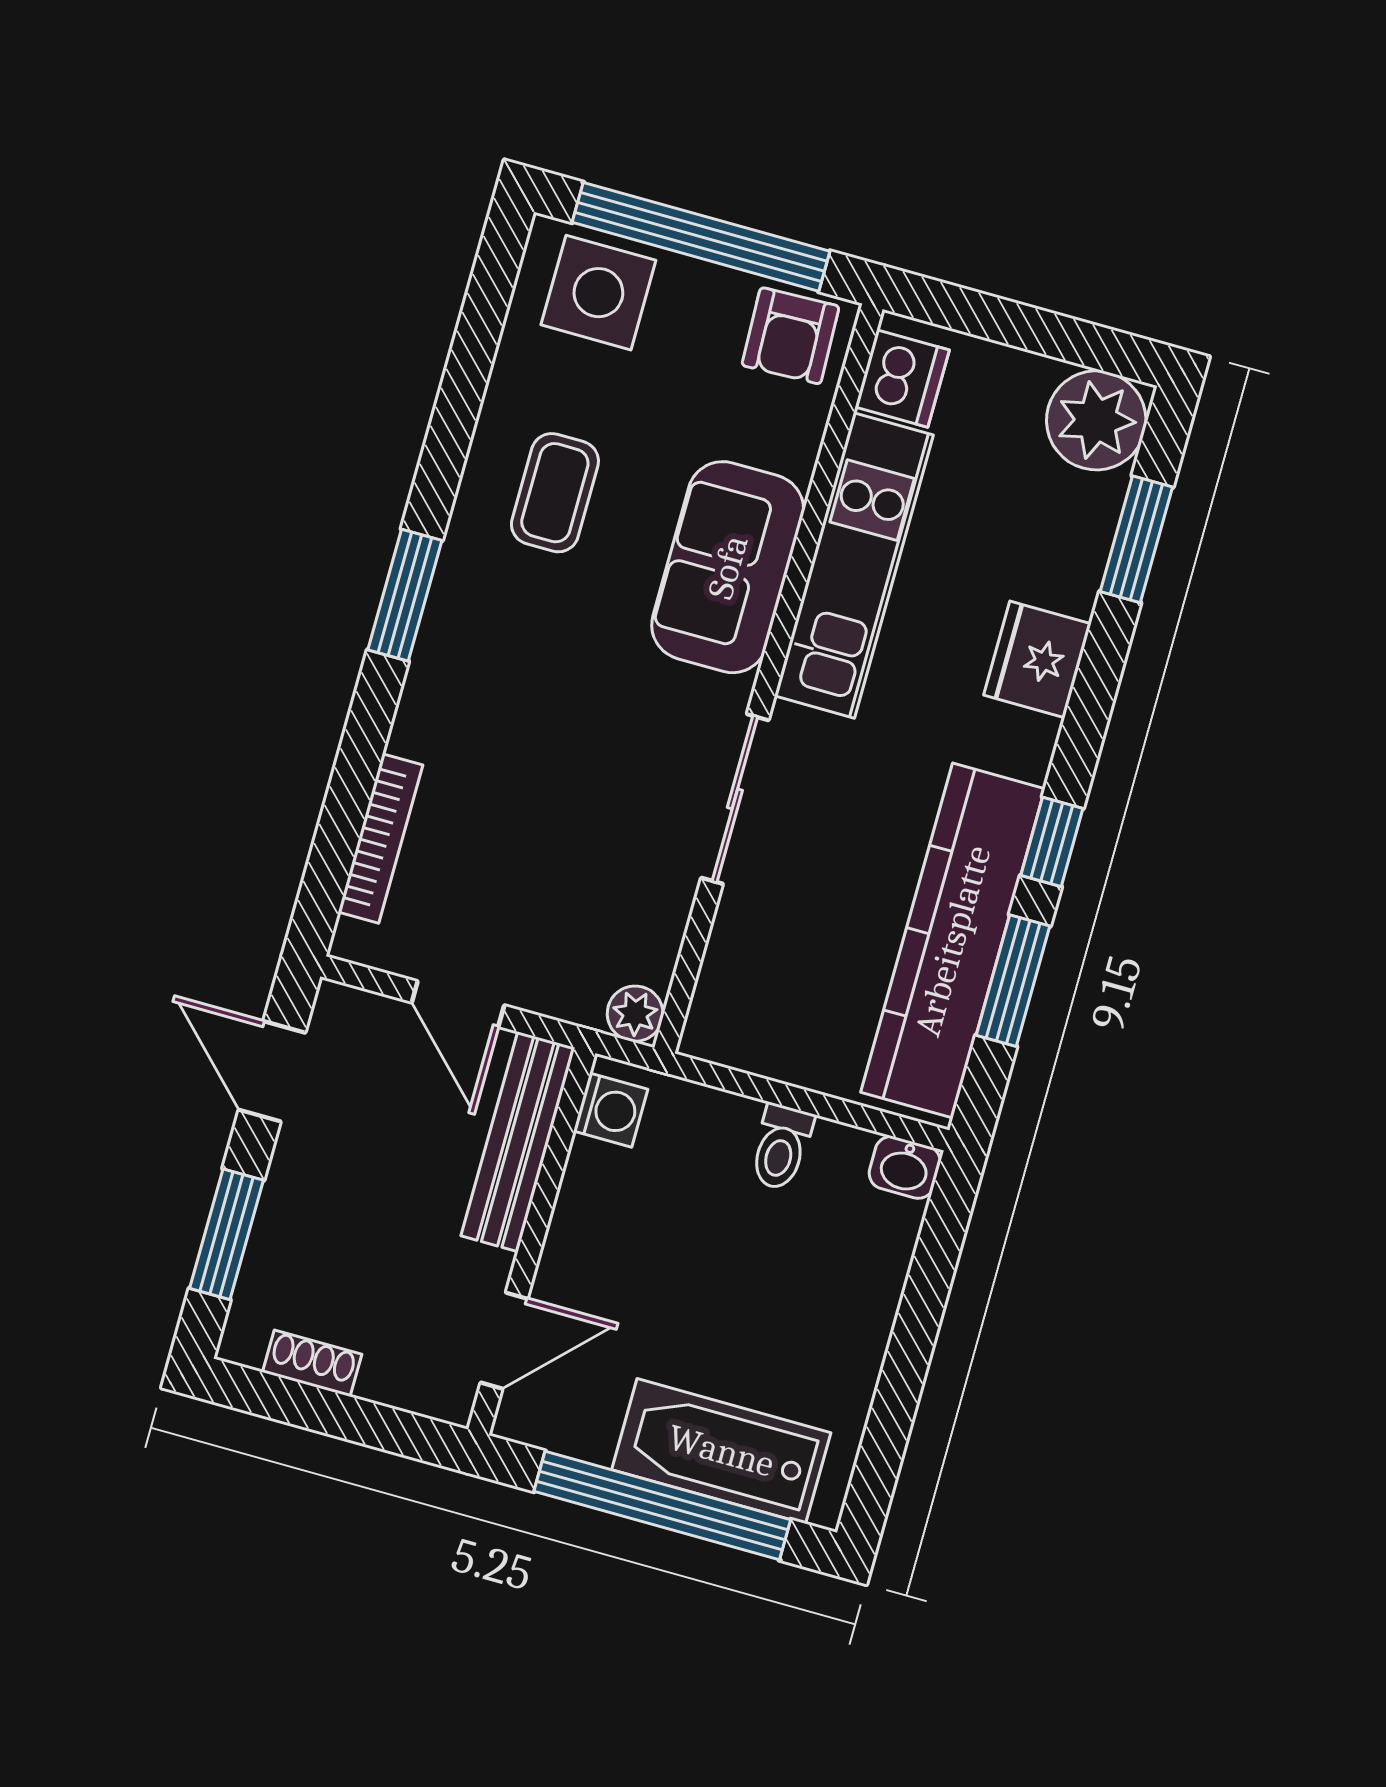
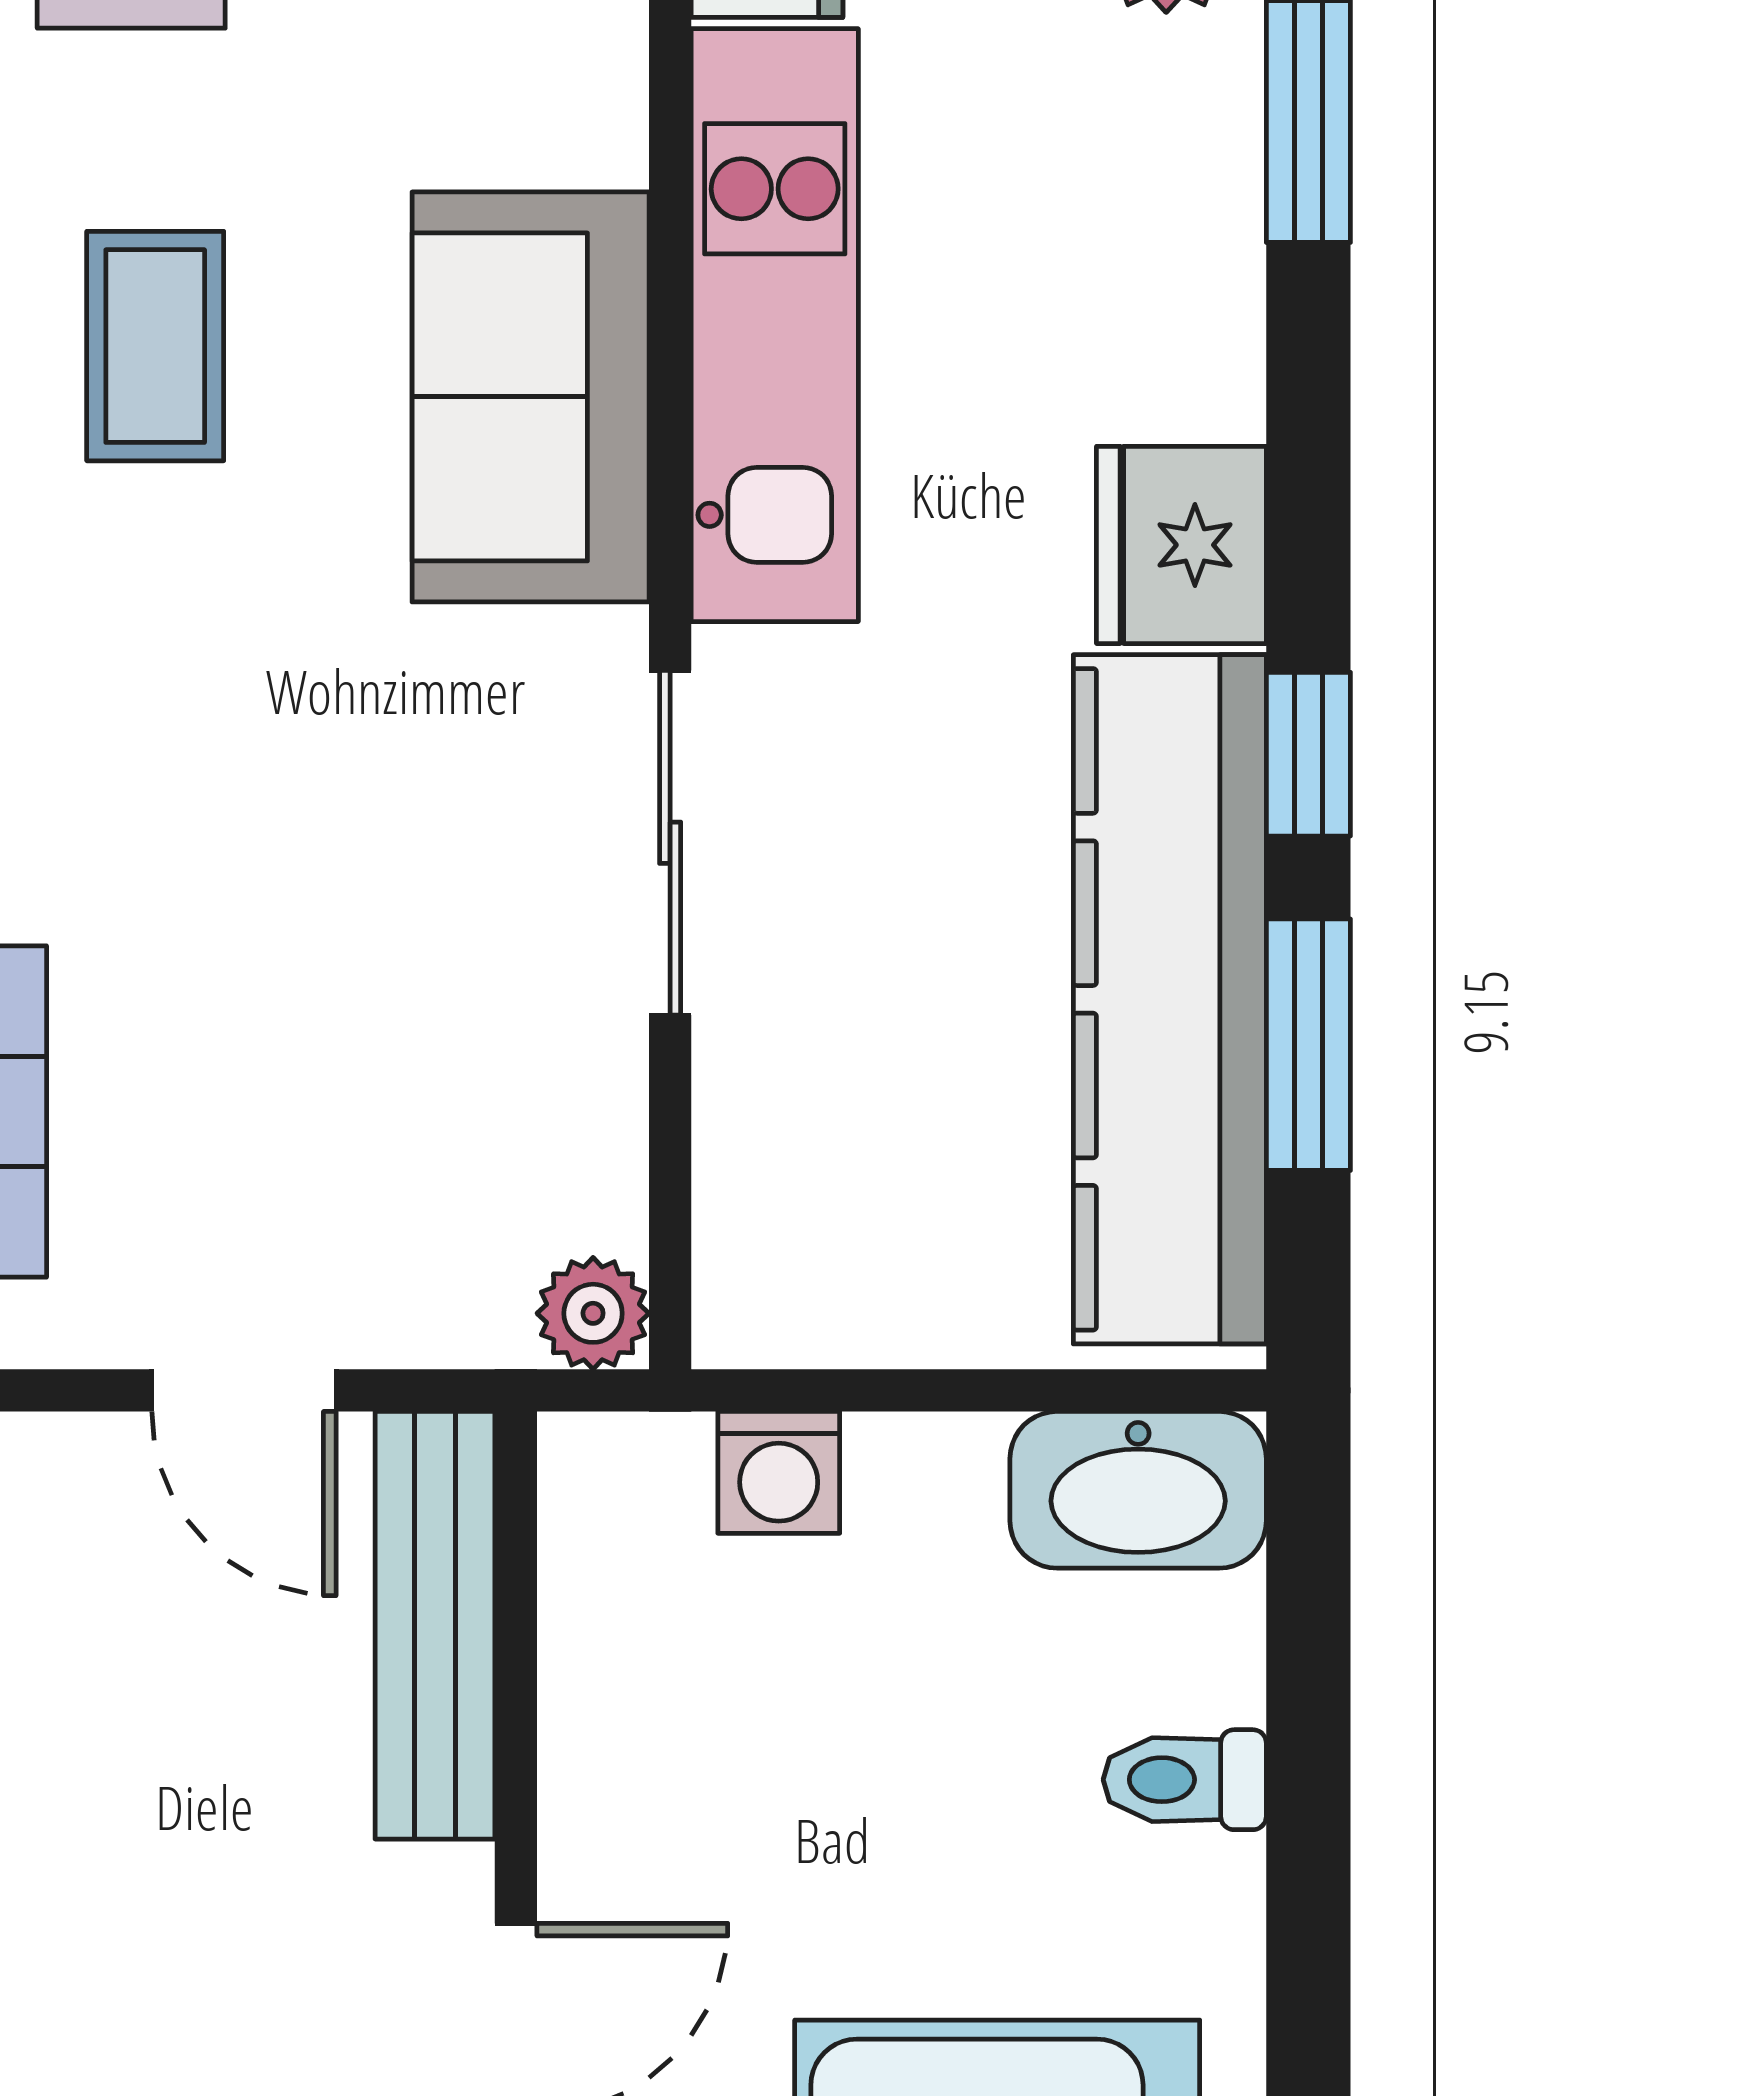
fridge: (1037, 659) -> (1181, 545), moved
washing machine: (611, 1110) -> (779, 1472), moved, turned 90
toilet: (781, 1147) -> (1185, 1780), moved, turned 90
washbasin: (905, 1167) -> (1138, 1490), width x1.91, depth x1.45

